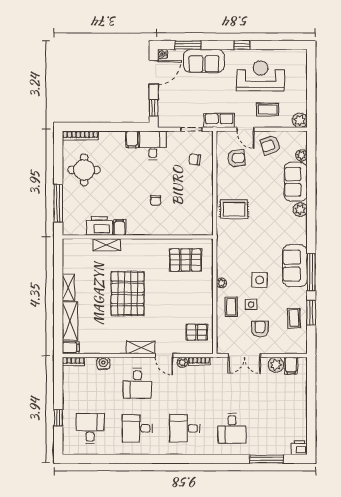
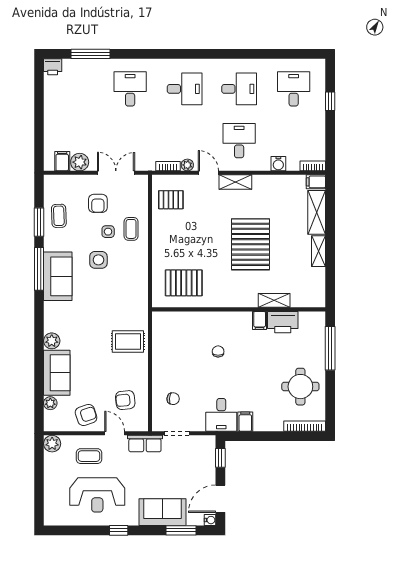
plant: (221, 283) -> (142, 256), removed
desk: (90, 428) -> (294, 89), turned 180

